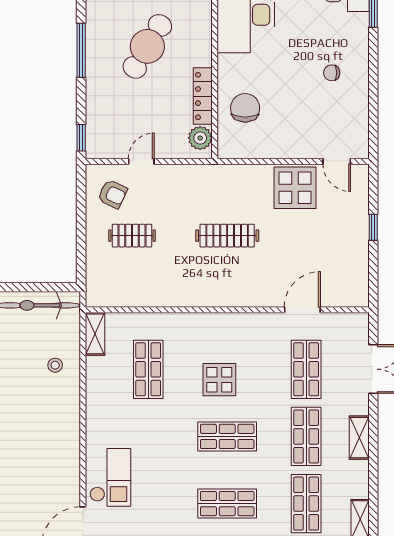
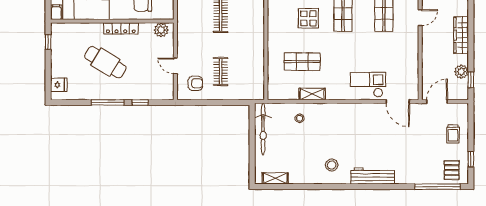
locker: (203, 96) -> (121, 28), moved
window: (81, 138) -> (140, 103), moved
armchair: (113, 194) -> (195, 83), turned 65
shelving: (95, 334) -> (312, 94), moved

